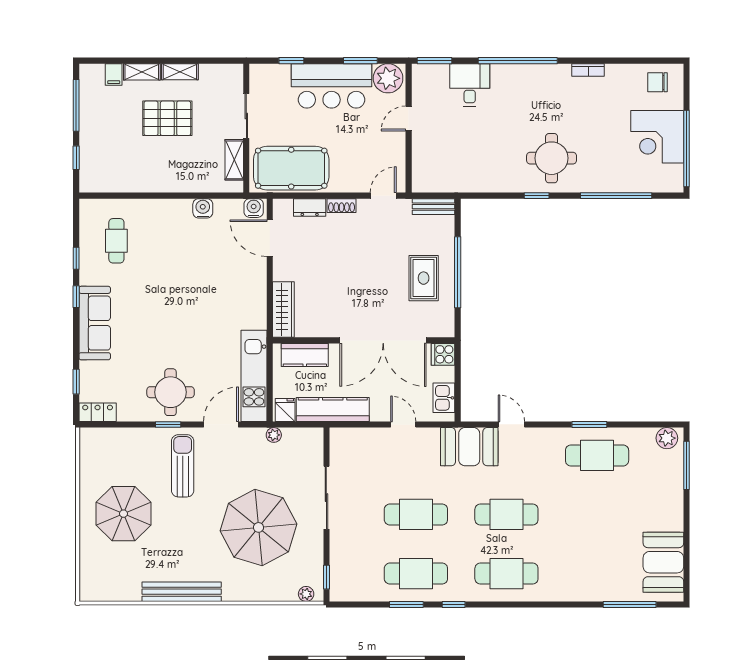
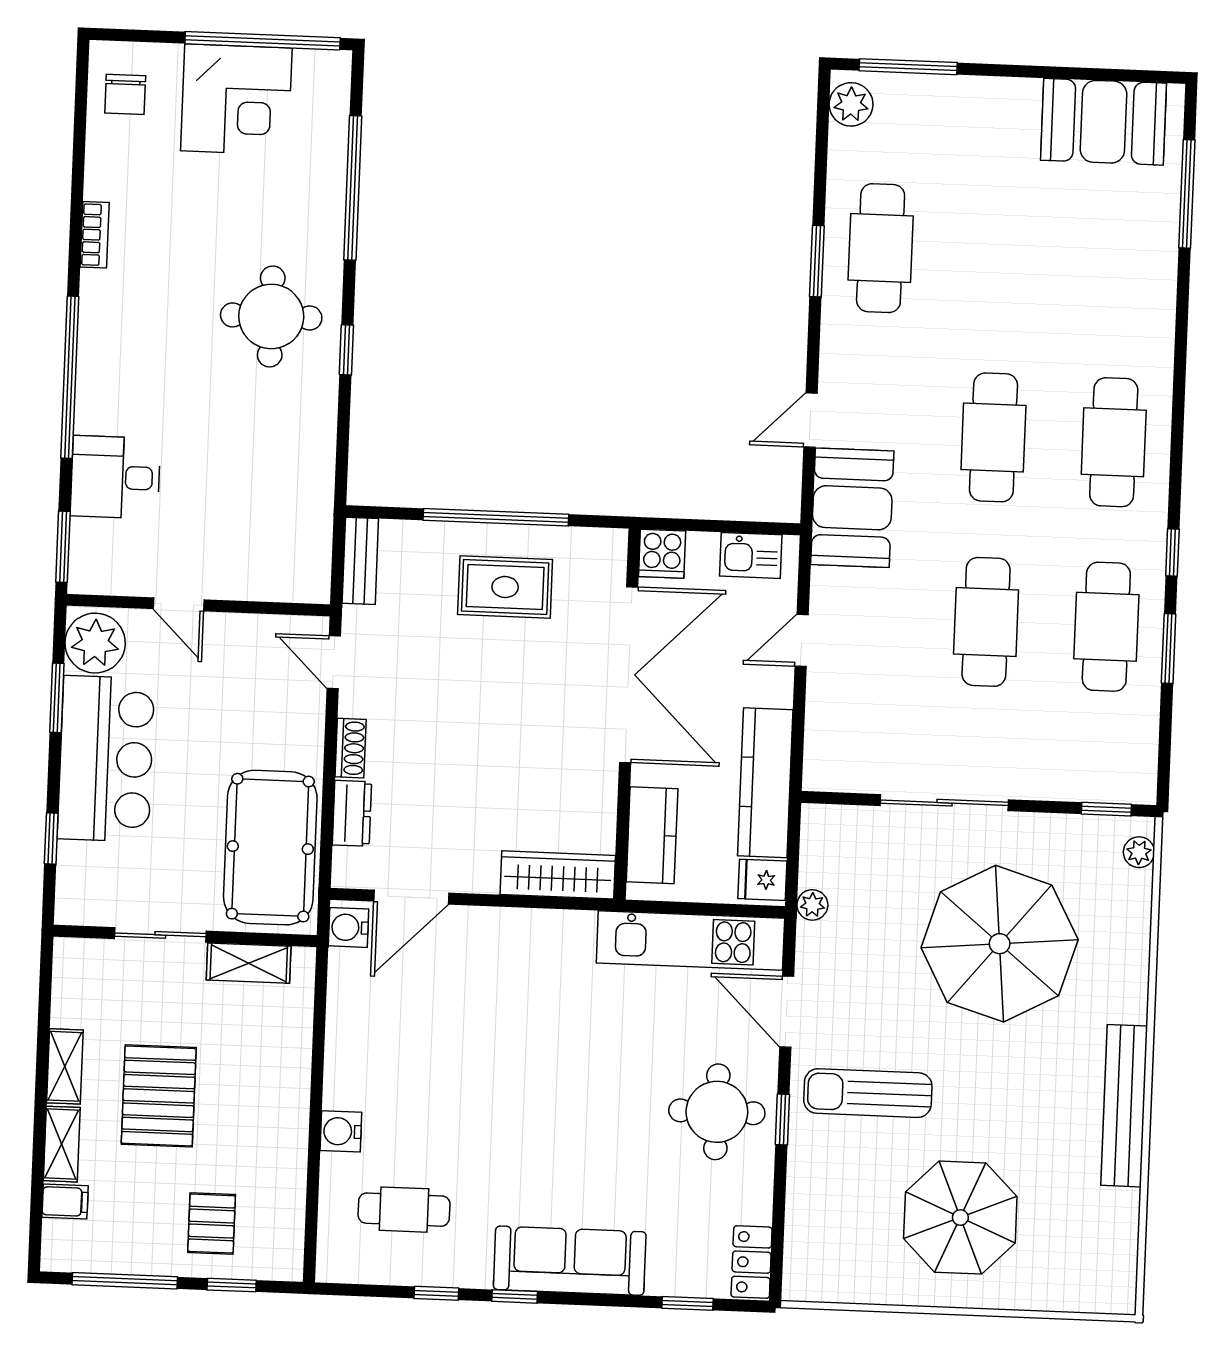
pallet: (106, 147) -> (212, 1224), added
water cooler: (203, 208) -> (341, 1131), moved

